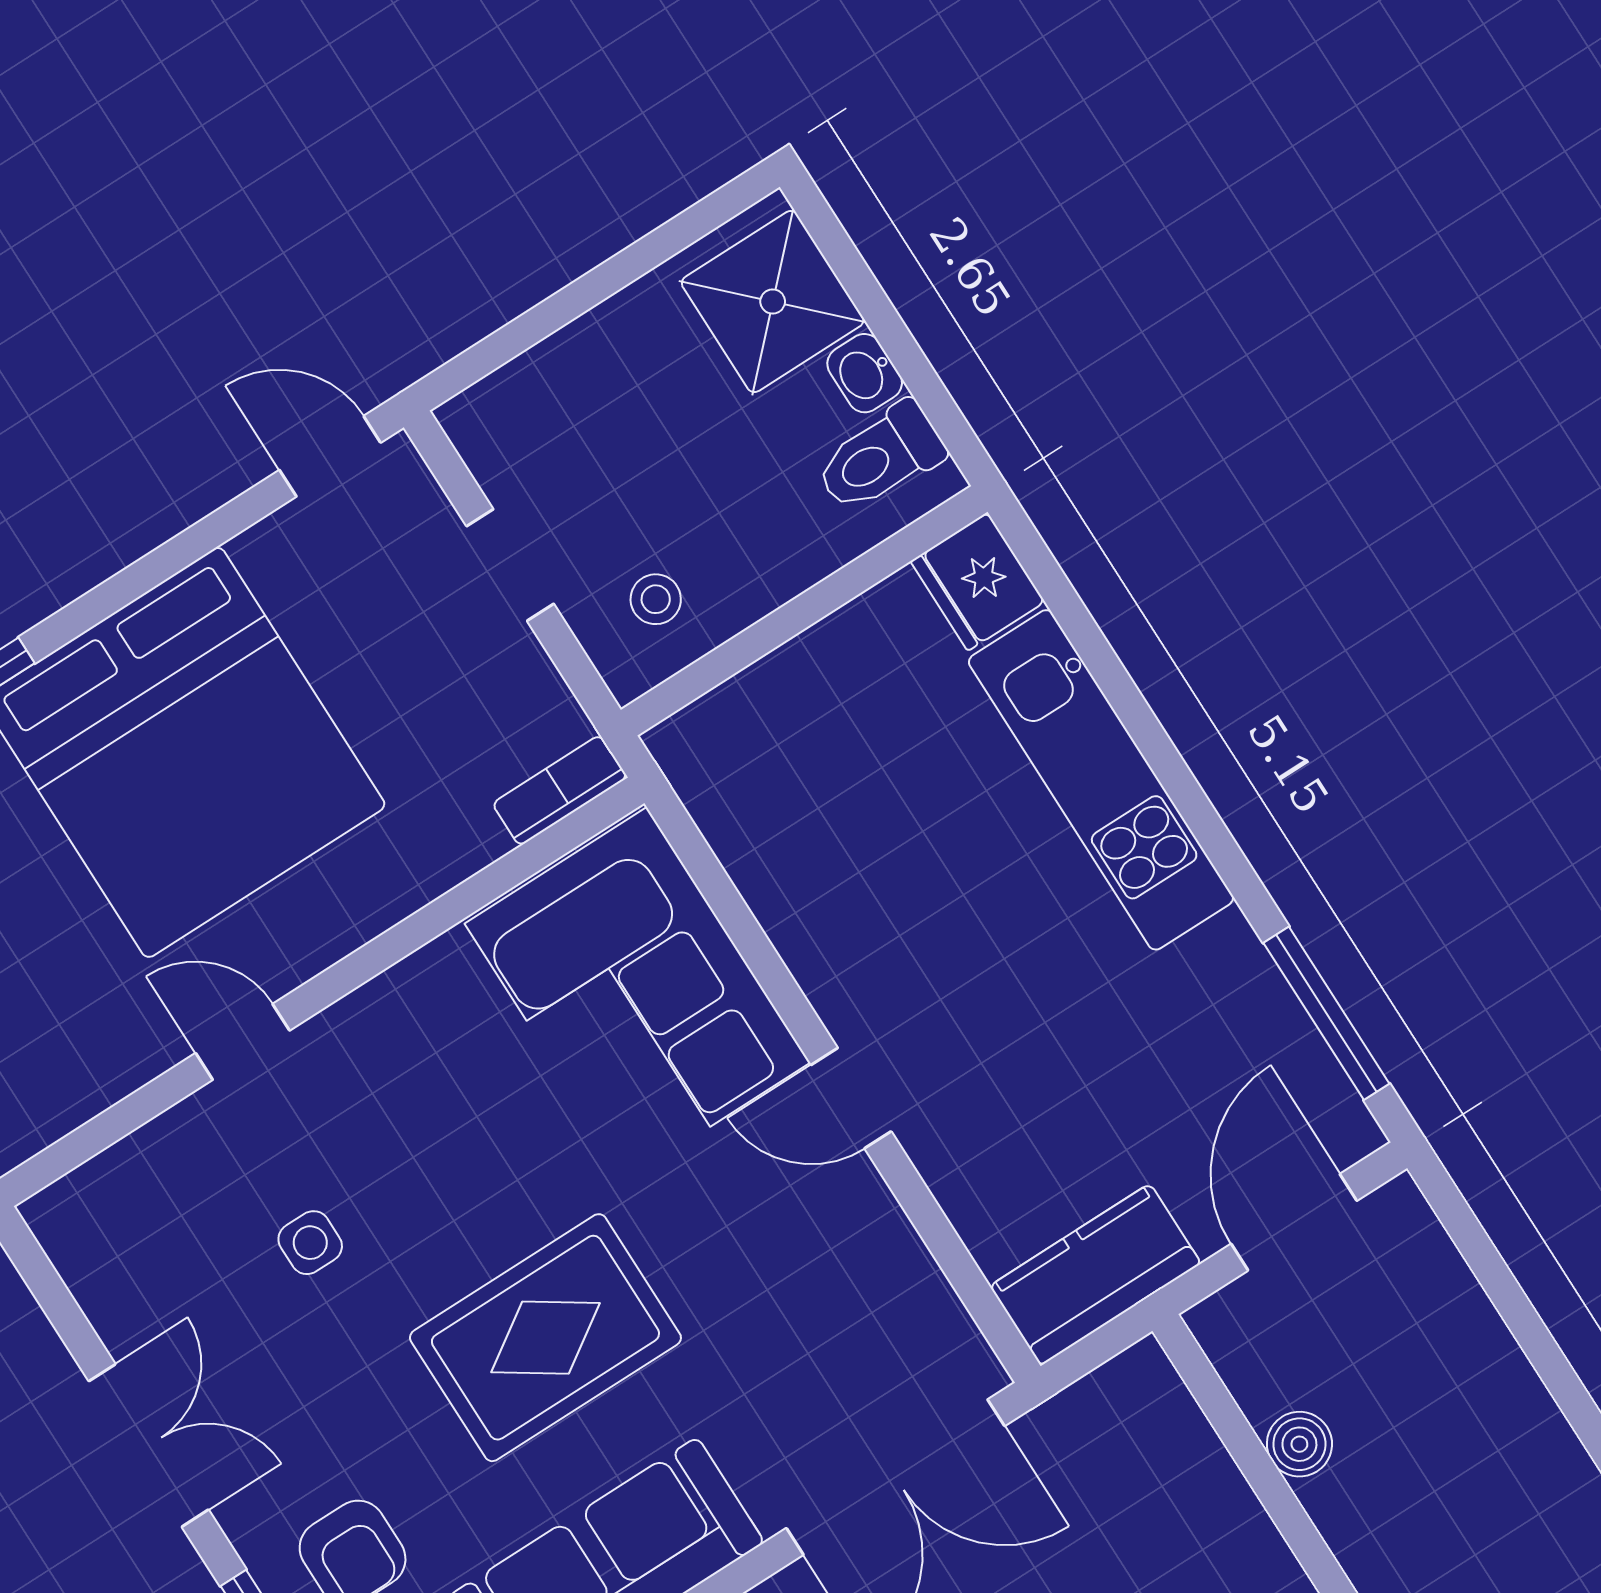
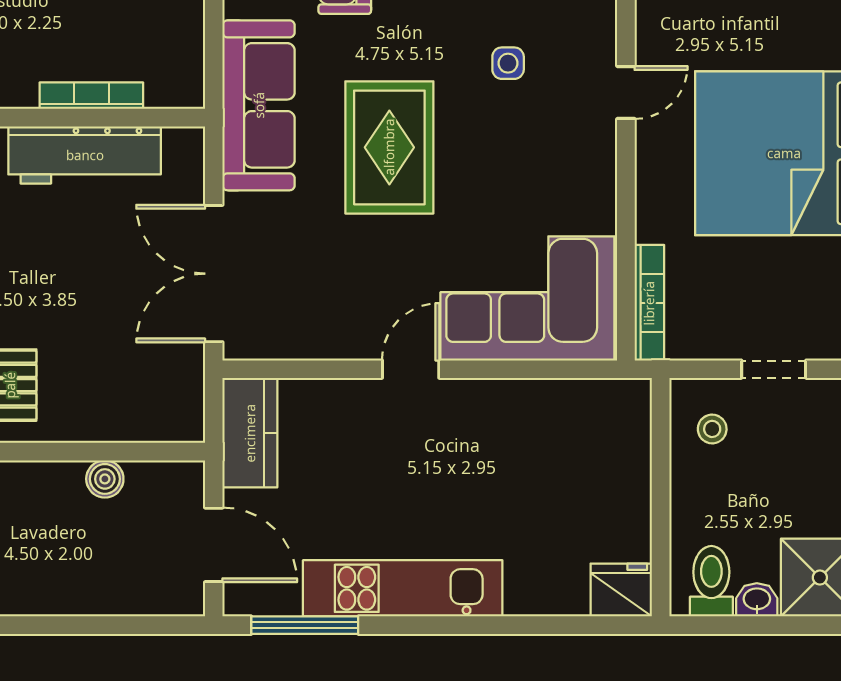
kitchen unit: (1101, 780) -> (403, 588), moved
bookcase: (560, 790) -> (649, 303), width x1.56

